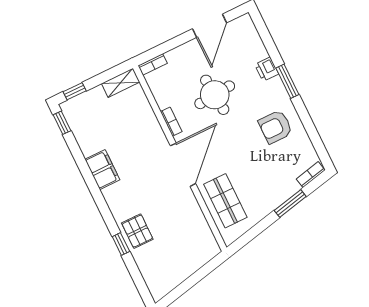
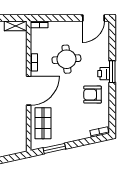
door: (209, 26) -> (93, 18), moved
printer: (267, 69) -> (104, 74), moved
window: (290, 203) -> (54, 148), moved

